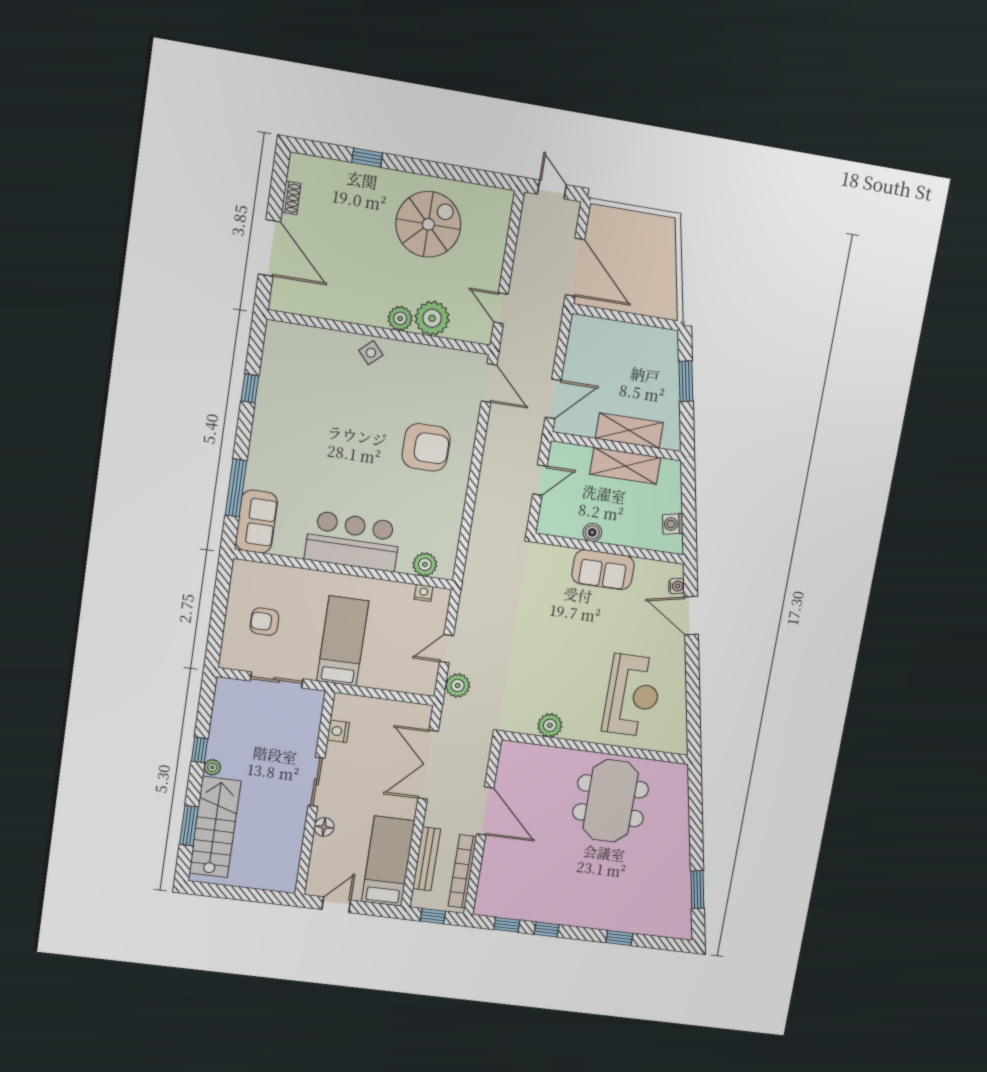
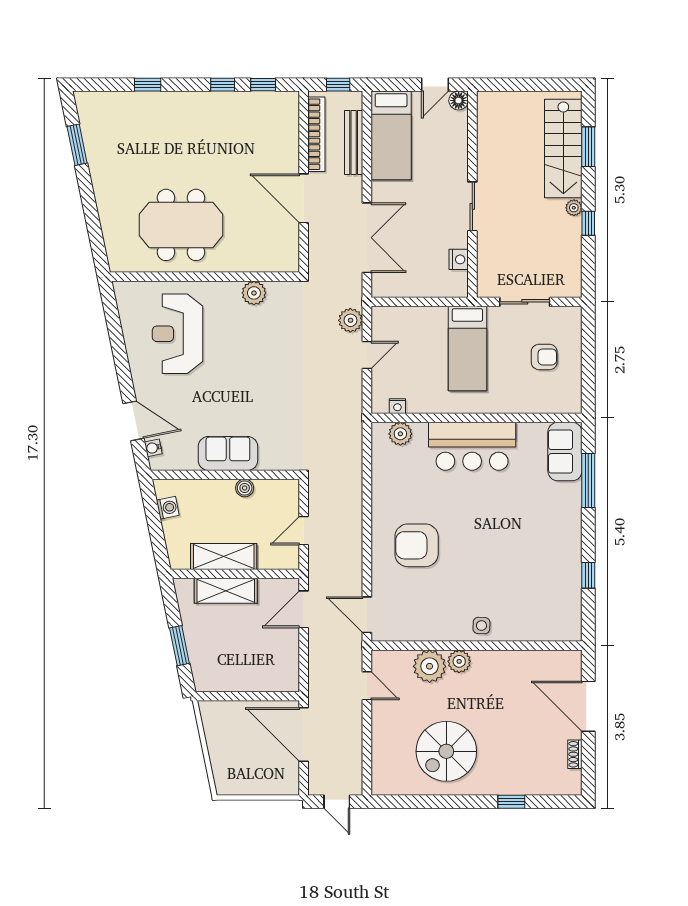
side table: (371, 353) -> (481, 626), turned 45
meeting table: (611, 801) -> (181, 225), turned 90
floor lamp: (324, 827) -> (459, 101), moved

